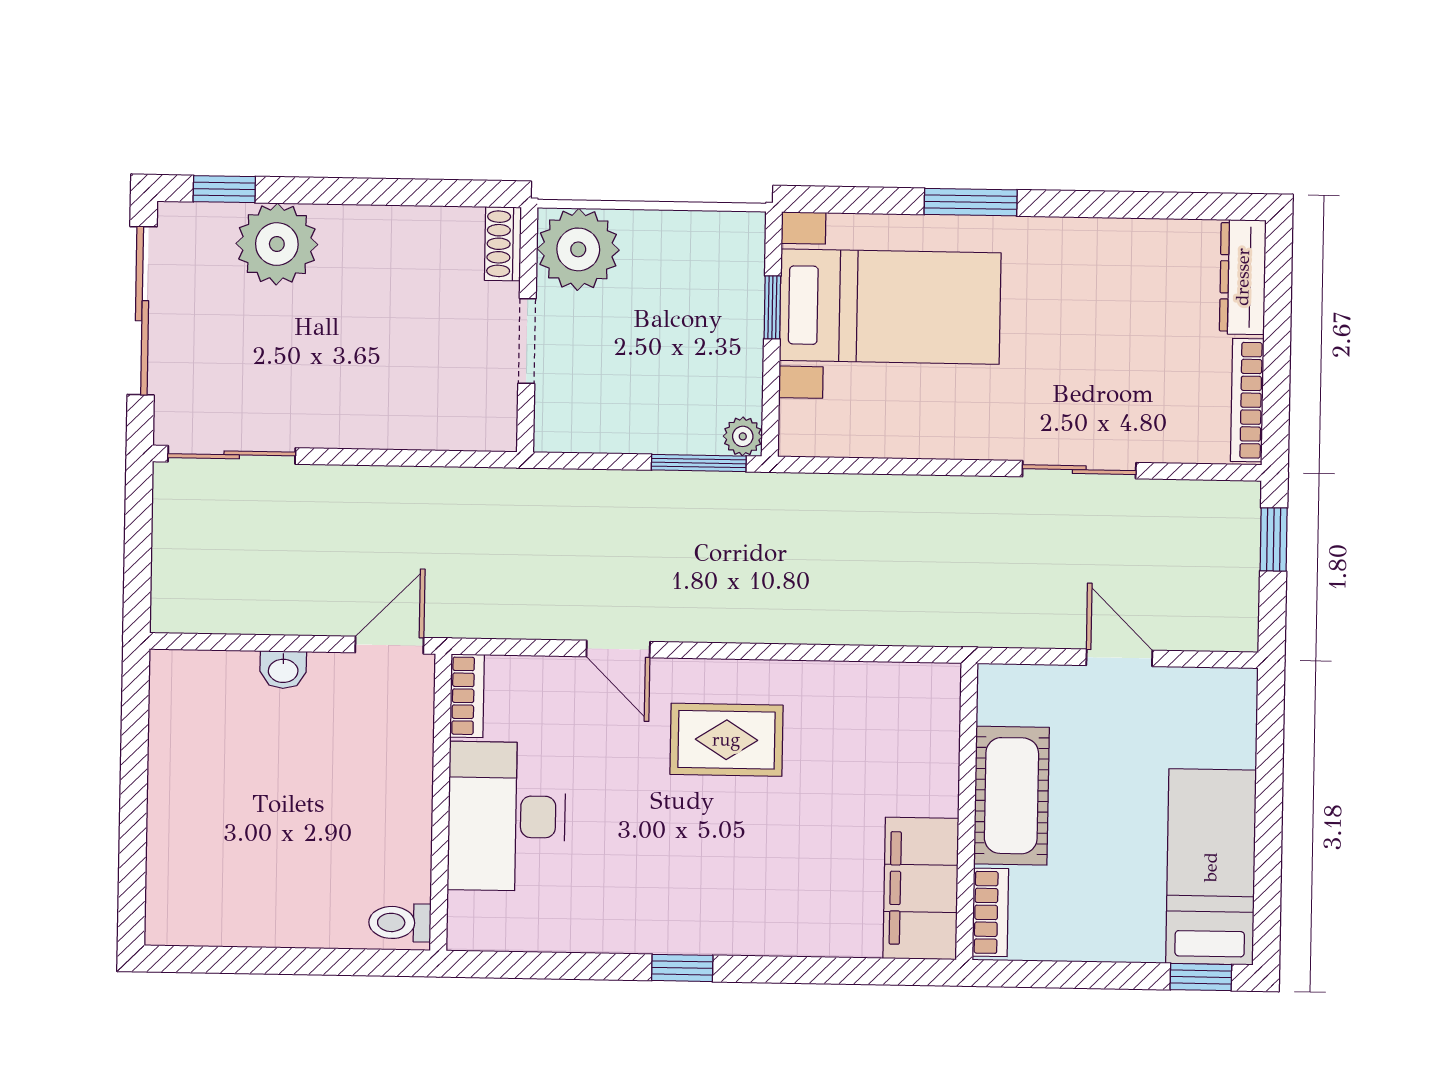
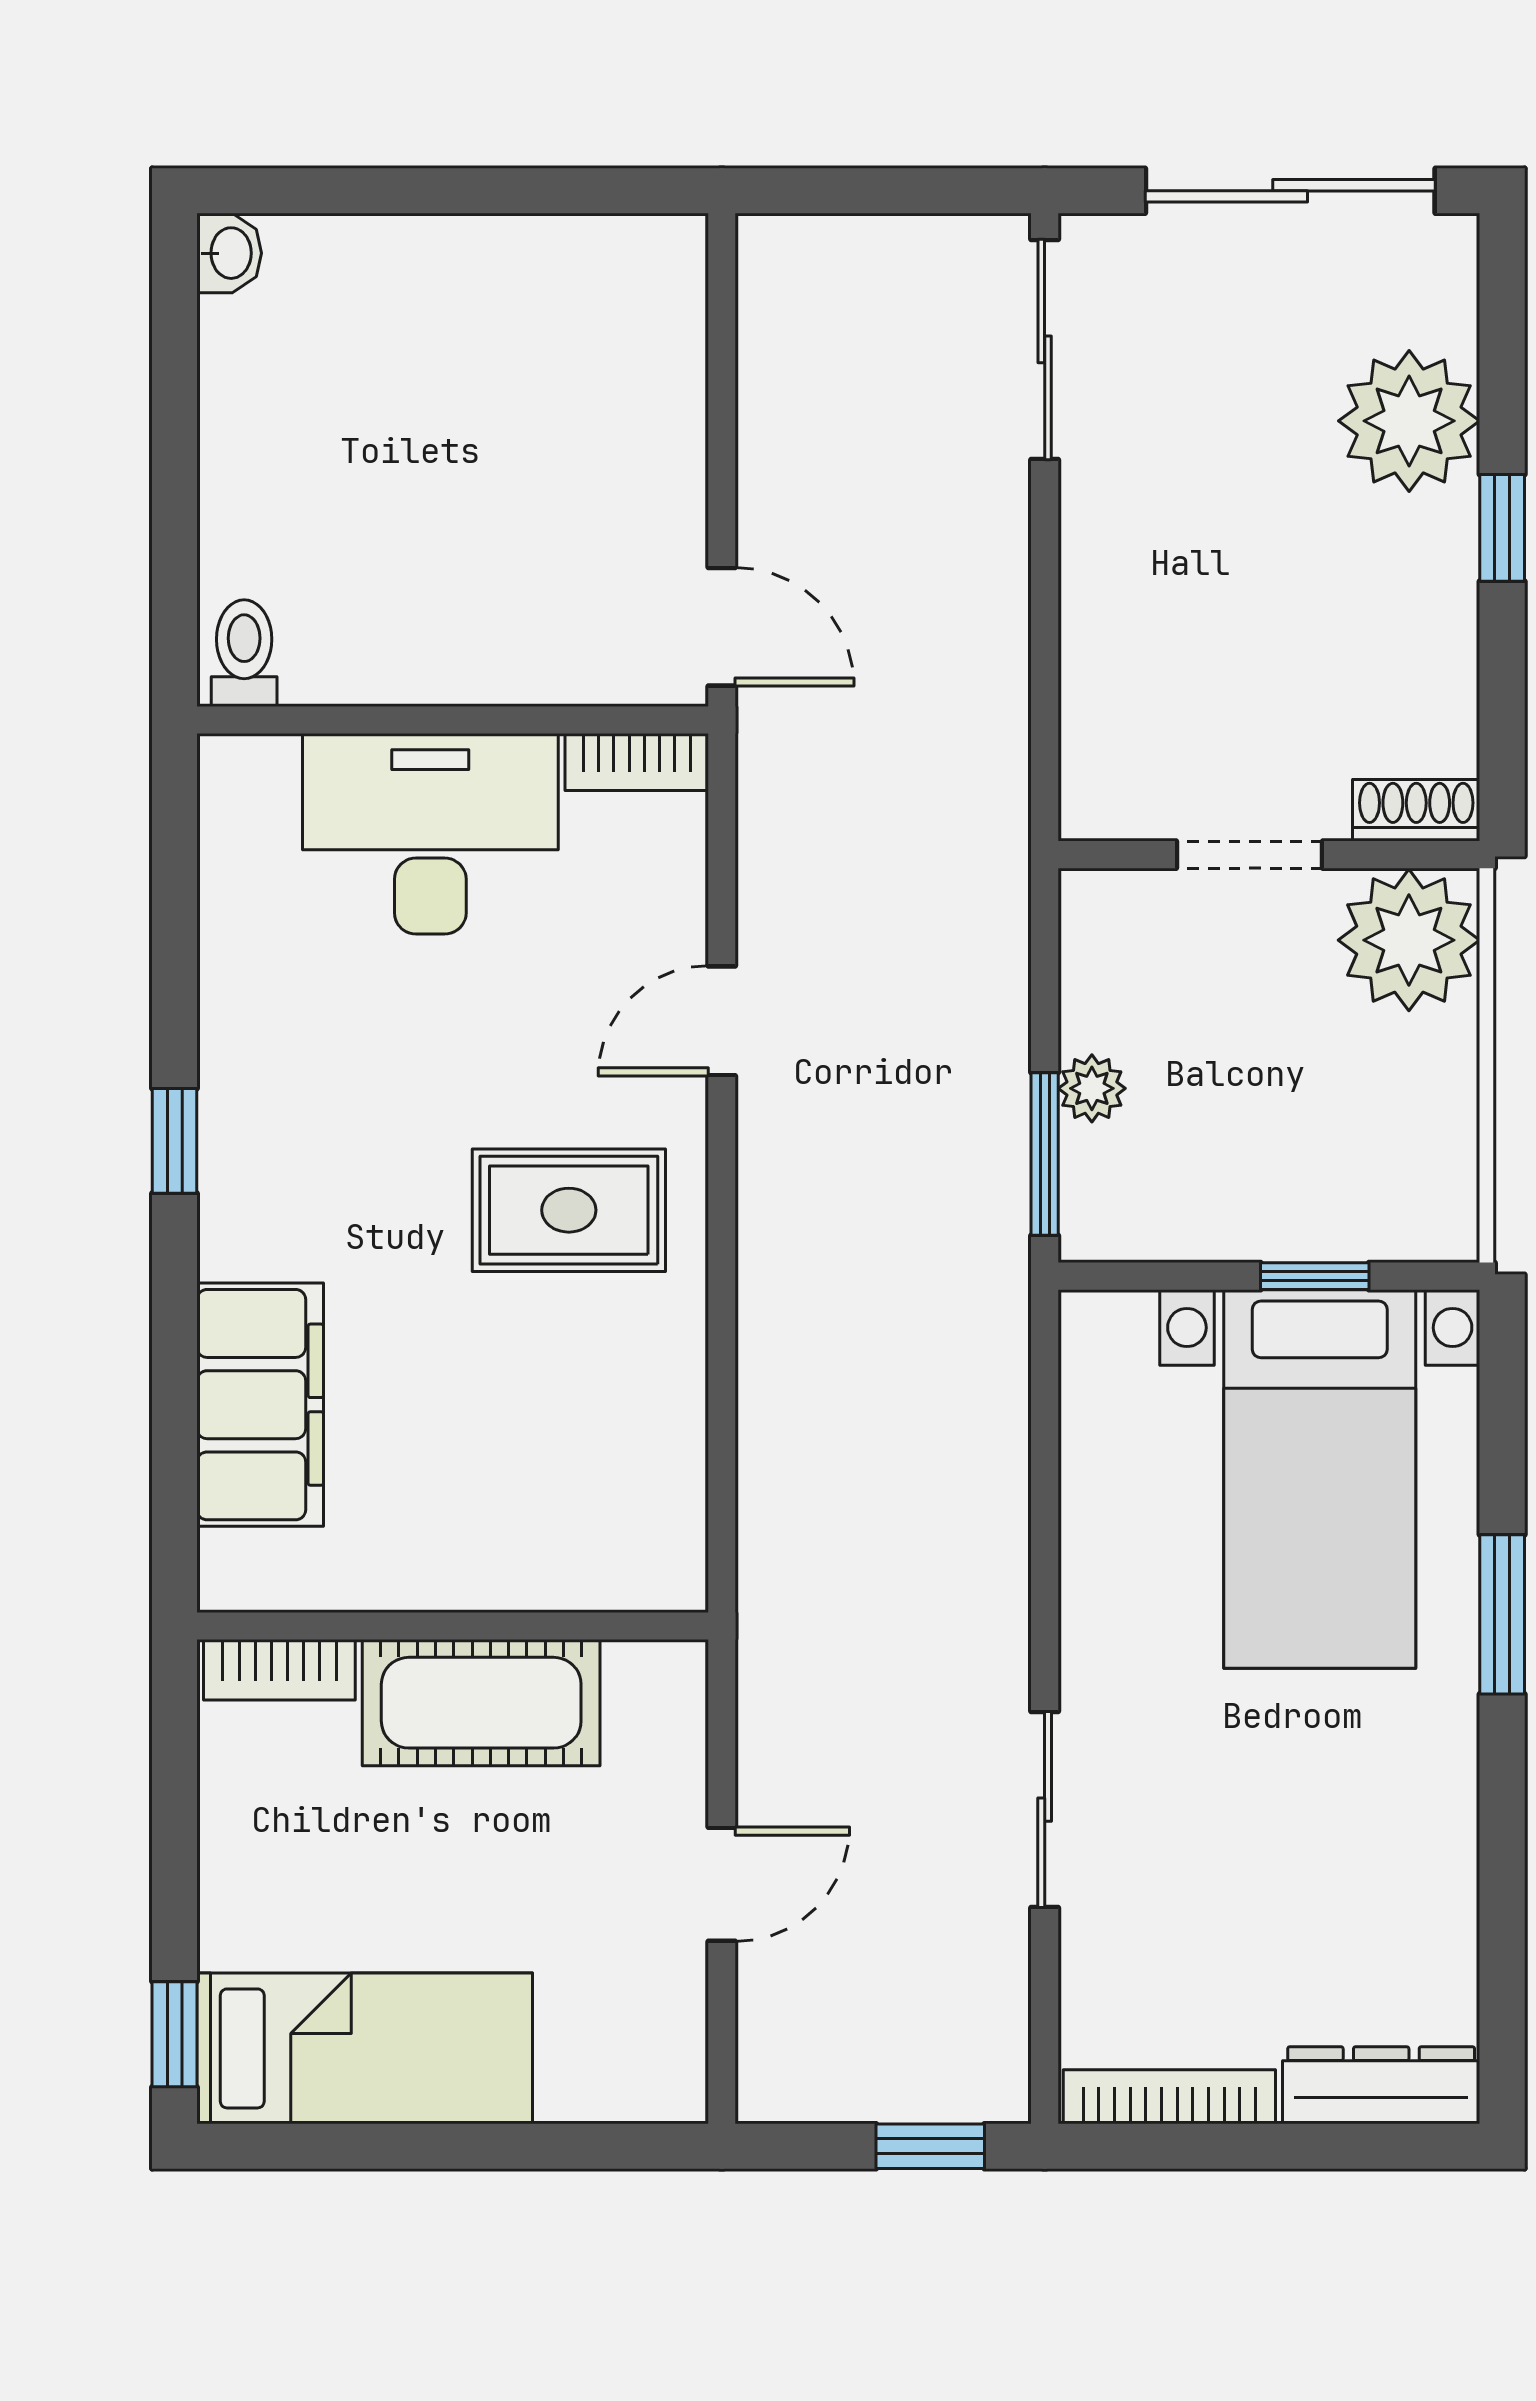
window: (224, 189) -> (1502, 528), moved
plant: (743, 436) -> (1092, 1088), moved
washbasin: (283, 670) -> (229, 253), moved, turned 180
rug: (726, 740) -> (569, 1210), turned 90
filing cabinet: (921, 888) -> (260, 1405), moved, turned 90

